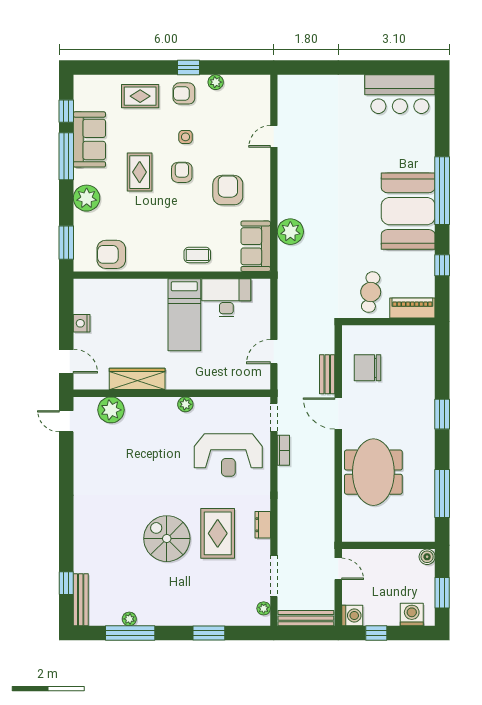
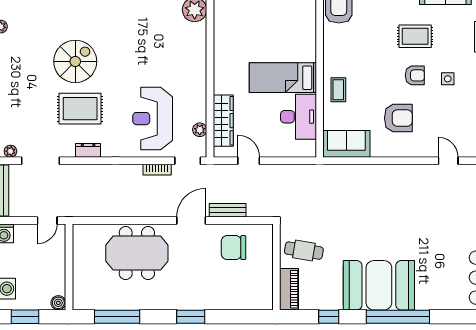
plant: (290, 232) -> (360, 176), removed
chair: (367, 368) -> (234, 248), turned -90
wardrobe: (137, 379) -> (223, 121), moved
plant: (185, 404) -> (200, 130), moved

